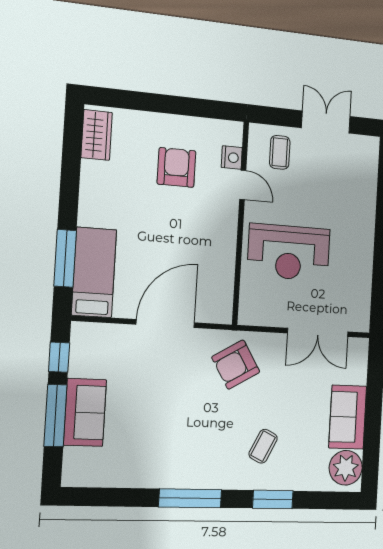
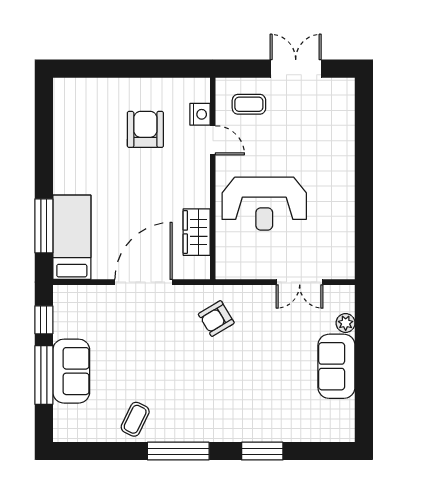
wardrobe: (97, 135) -> (197, 232), moved, turned 180
coffee table: (280, 152) -> (249, 104), turned 90
double door: (318, 332) -> (300, 282), width x0.73
armchair: (236, 365) -> (216, 319), width x0.72, depth x0.72
coffee table: (263, 446) -> (135, 419), moved
plant: (346, 468) -> (346, 323), moved, width x0.53, depth x0.53

